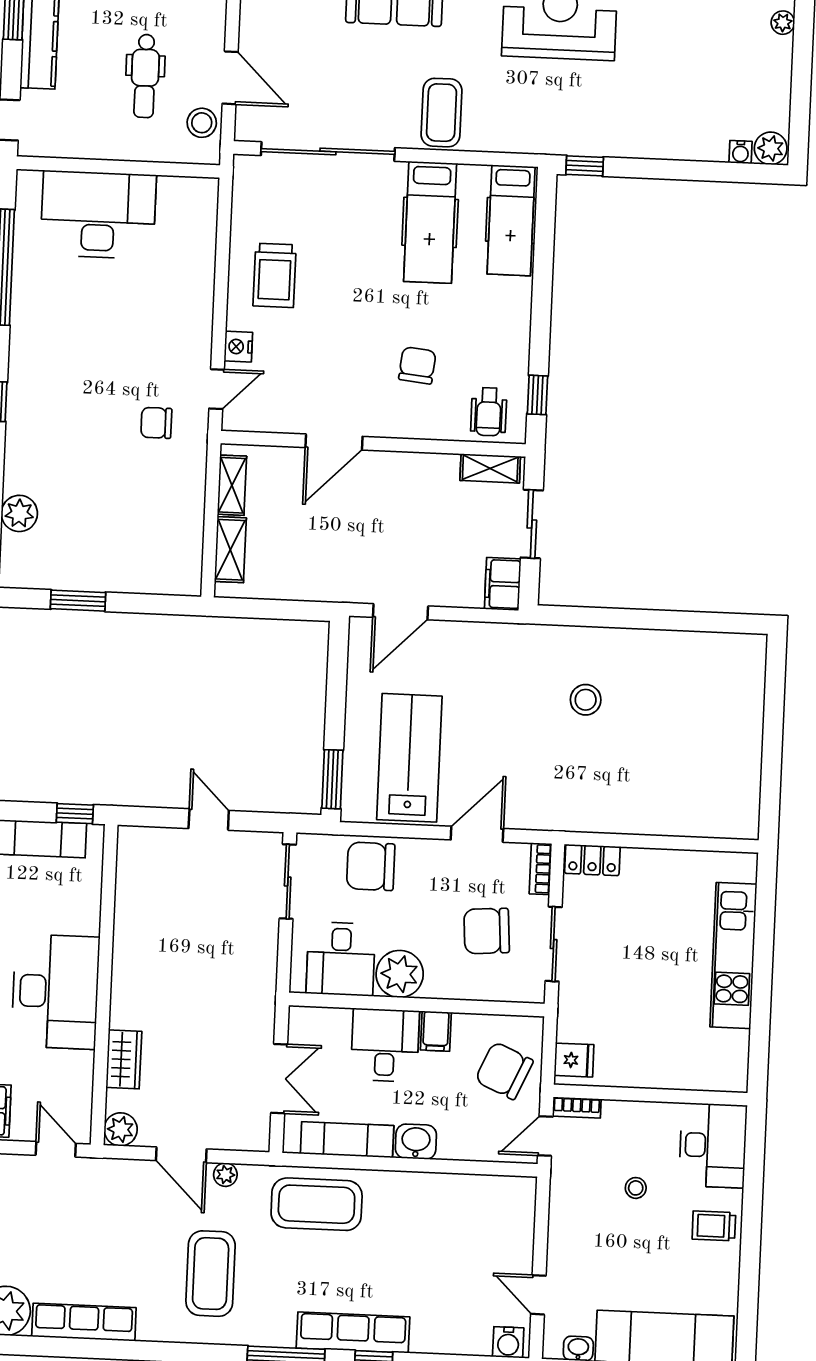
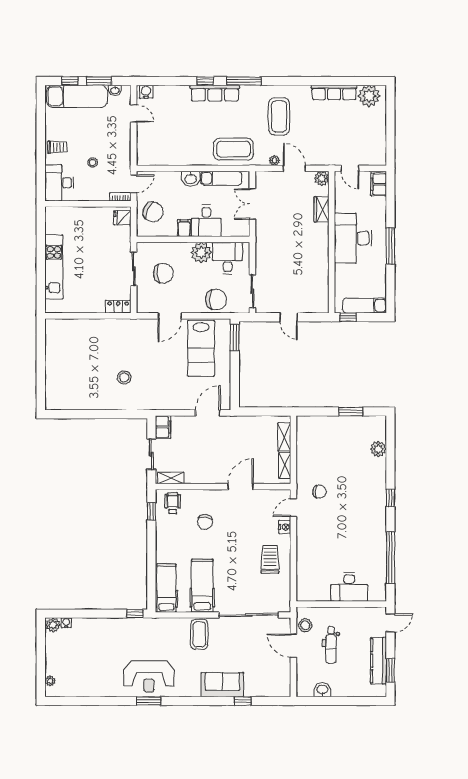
dental chair: (145, 76) -> (331, 645), turned 180
desk: (98, 215) -> (349, 587), width x0.73, depth x0.77
bookcase: (540, 869) -> (141, 302), removed

